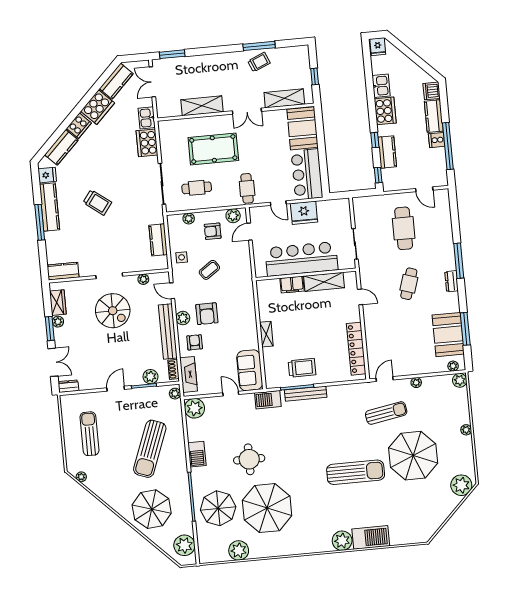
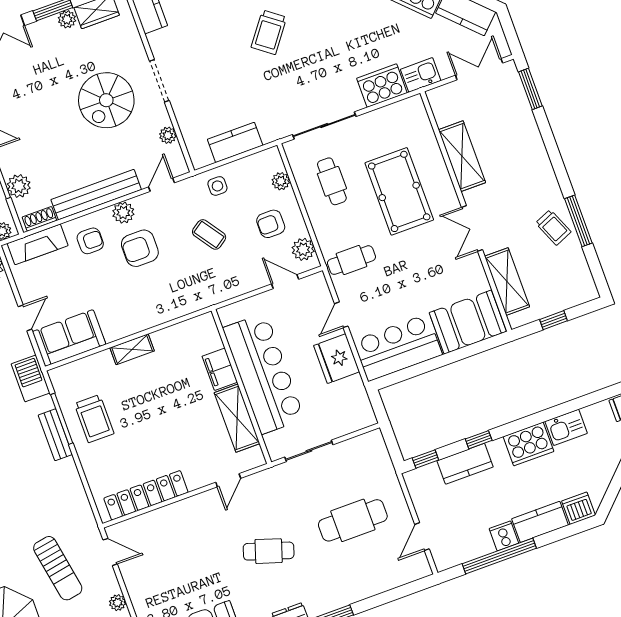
armchair: (213, 231) -> (271, 224), turned -90
bench: (306, 394) -> (55, 435), width x0.73

